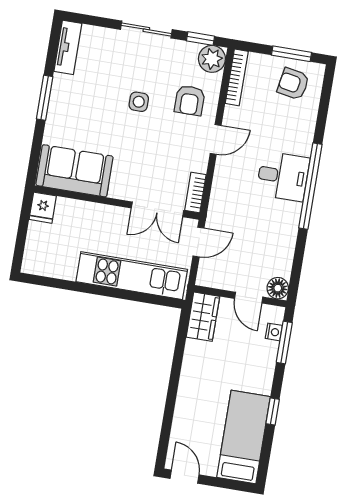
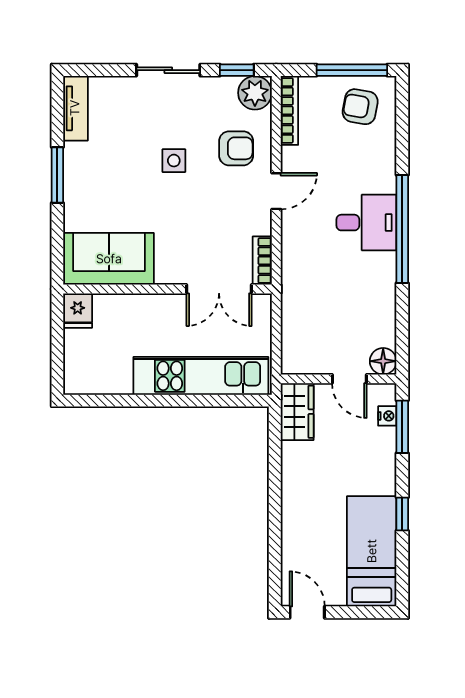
window: (292, 54) -> (352, 70), width x1.44
armchair: (190, 100) -> (236, 148), turned -90
door: (198, 242) -> (276, 321), removed

